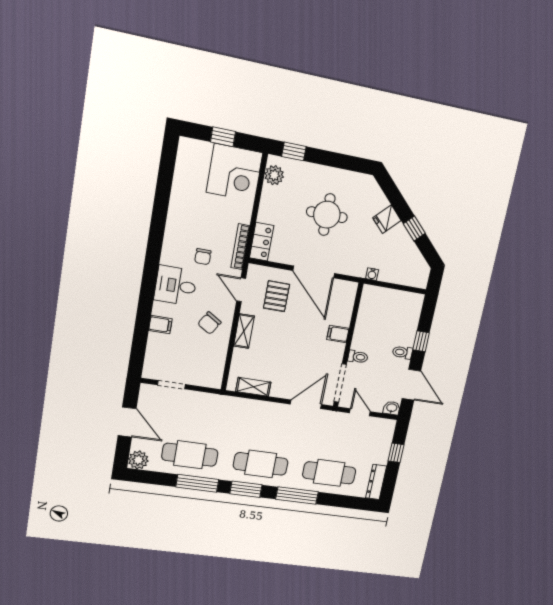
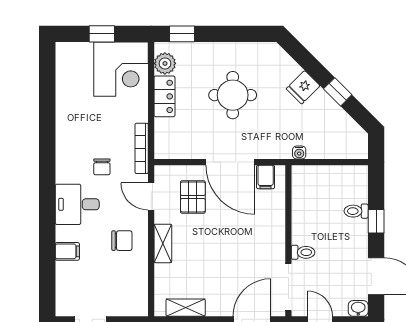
locker: (262, 242) -> (164, 96), moved
chair: (209, 323) -> (122, 241), turned -122
filing cabinet: (338, 334) -> (266, 177), moved, turned -90
toilet: (402, 352) -> (356, 211), moved

